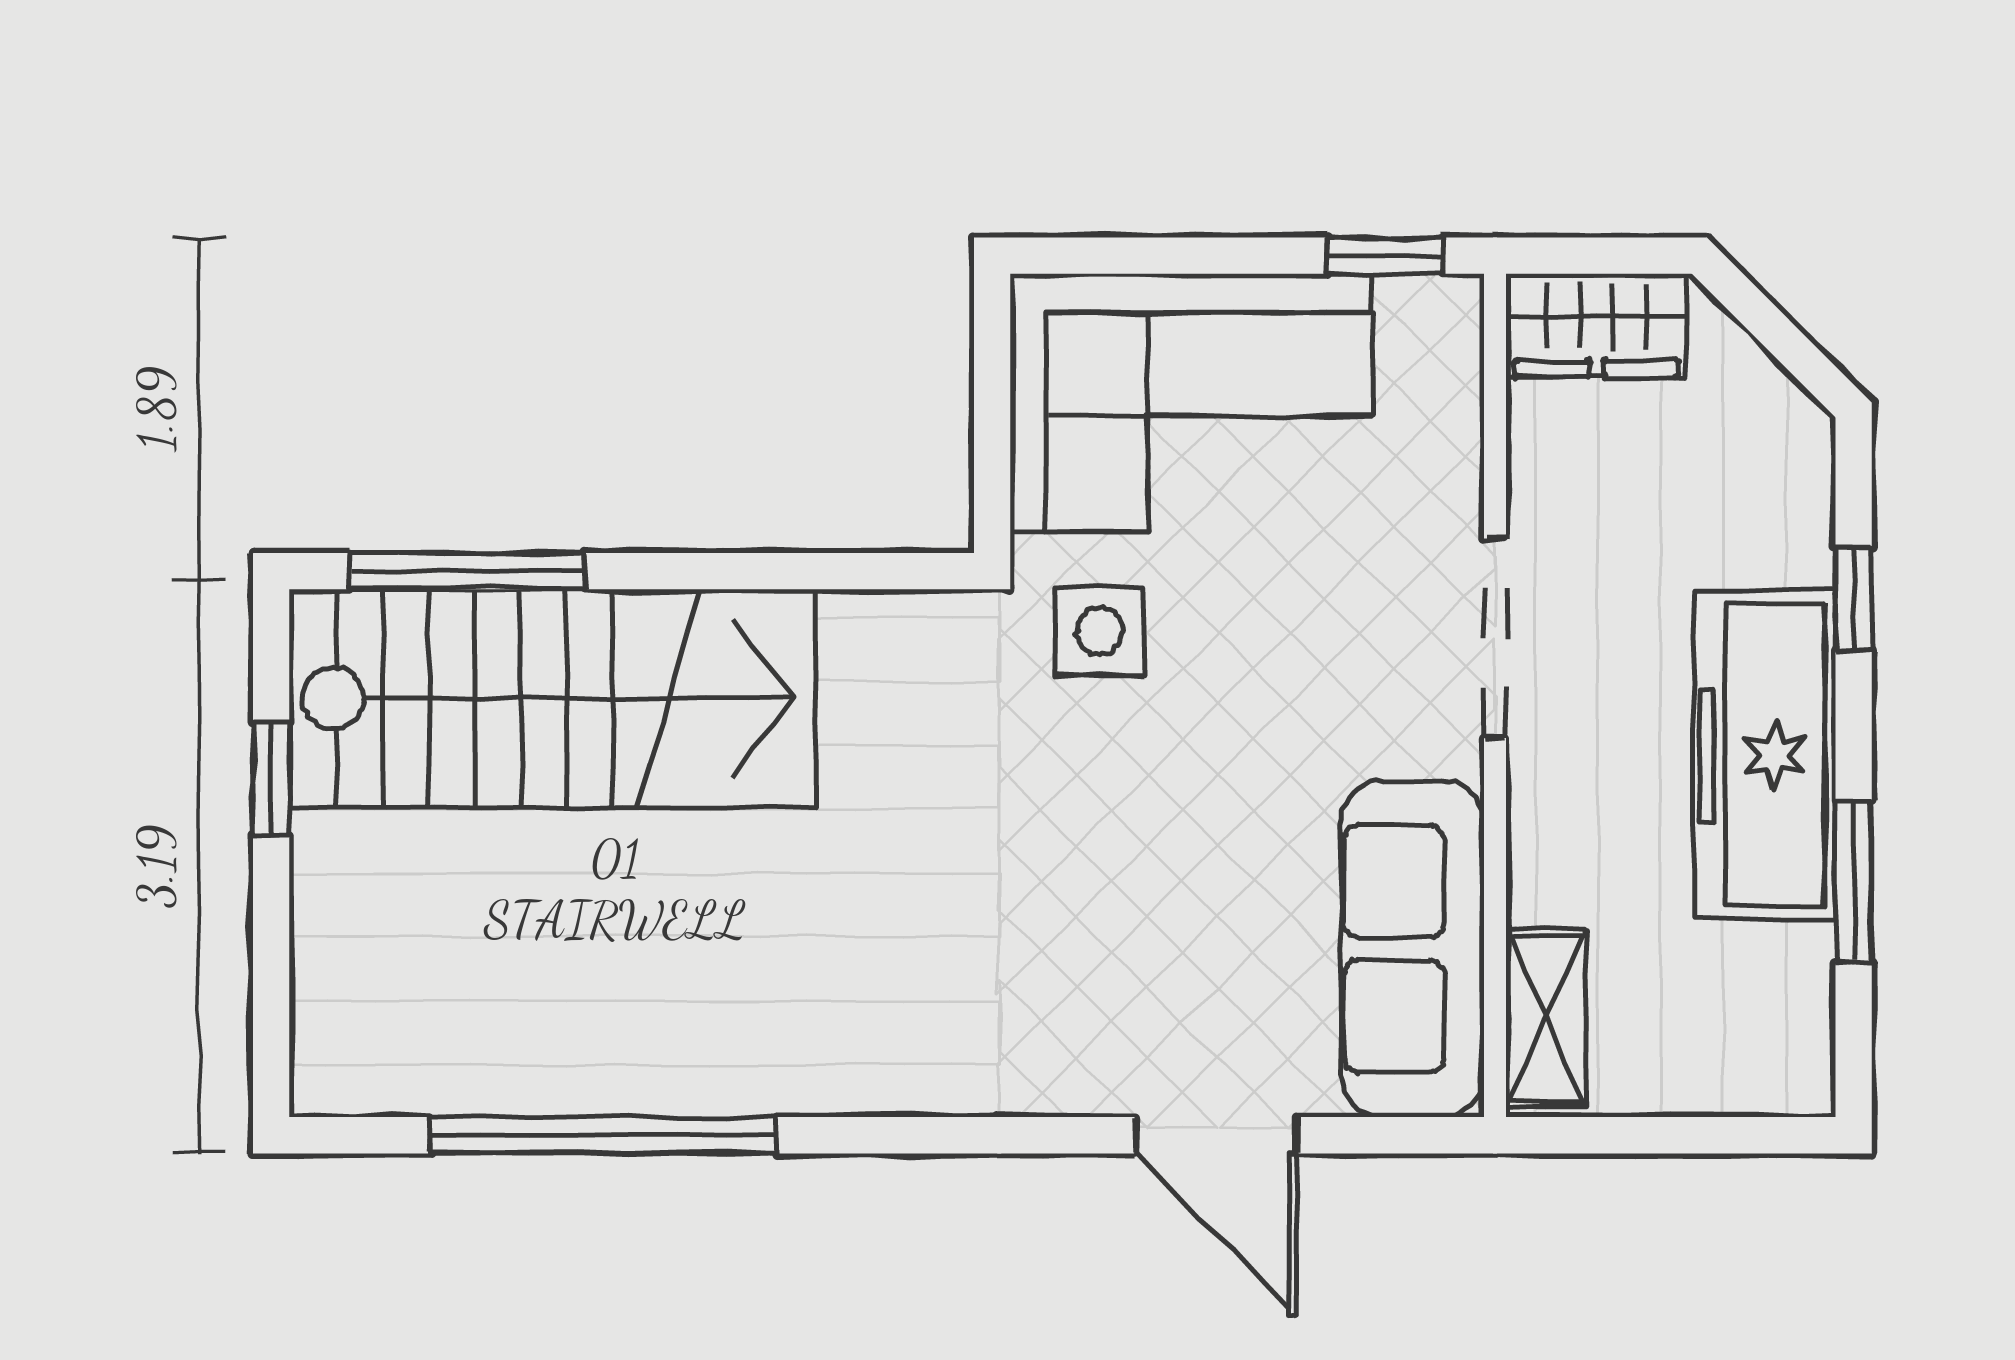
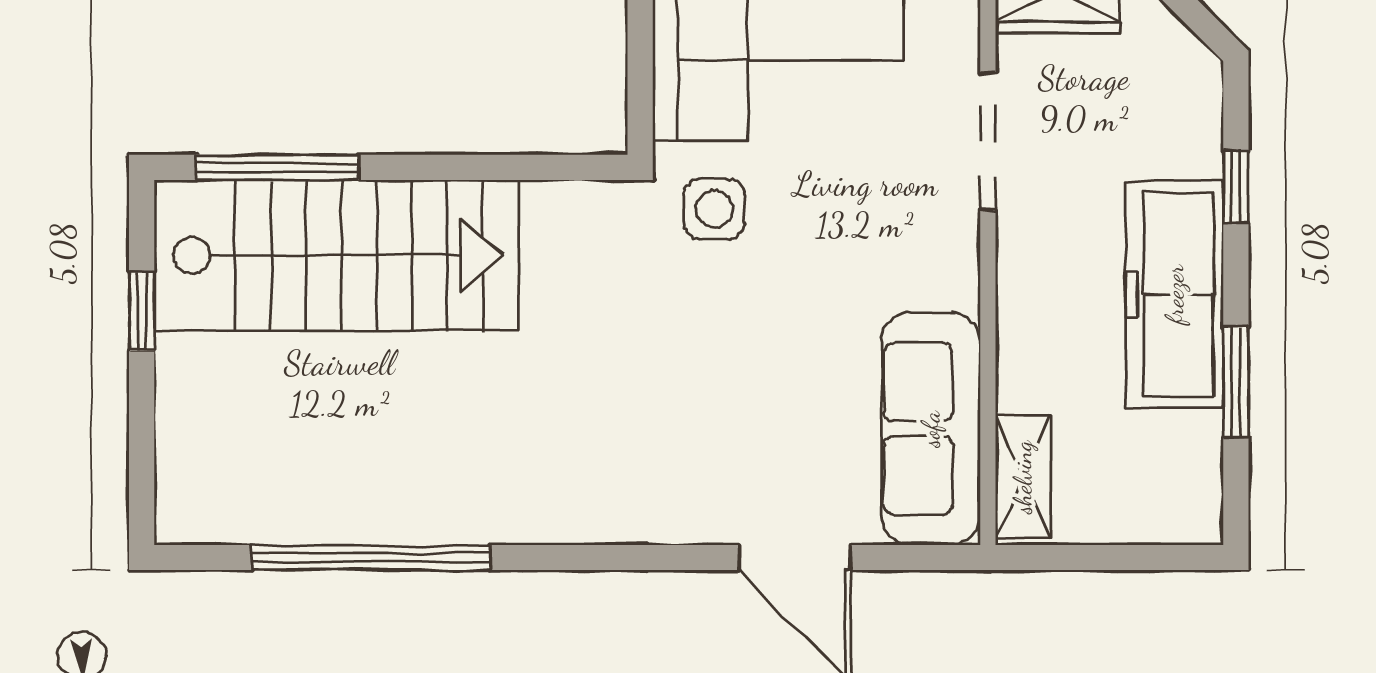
doorway: (1495, 638) -> (988, 141), moved

